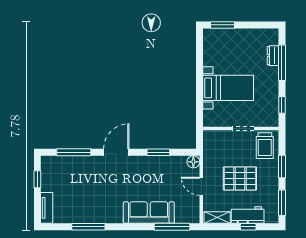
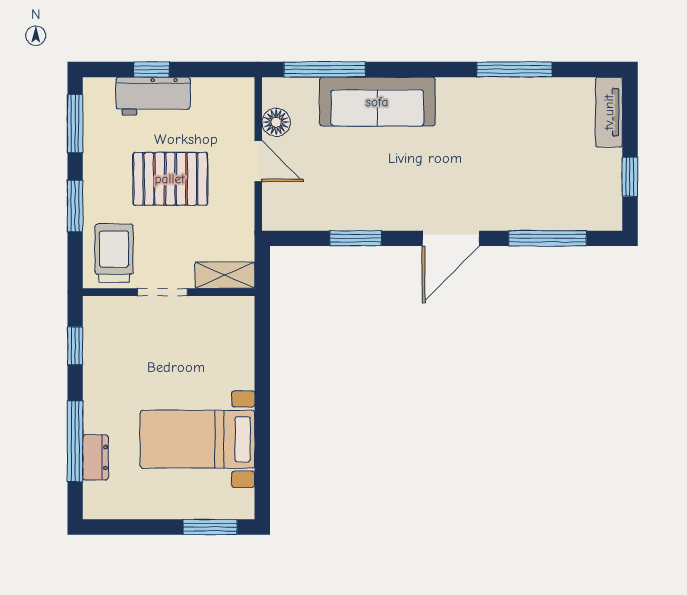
bed with nightstands: (228, 88) -> (197, 439), moved
floor lamp: (193, 162) -> (276, 122), moved
shelving: (217, 217) -> (225, 275), moved

